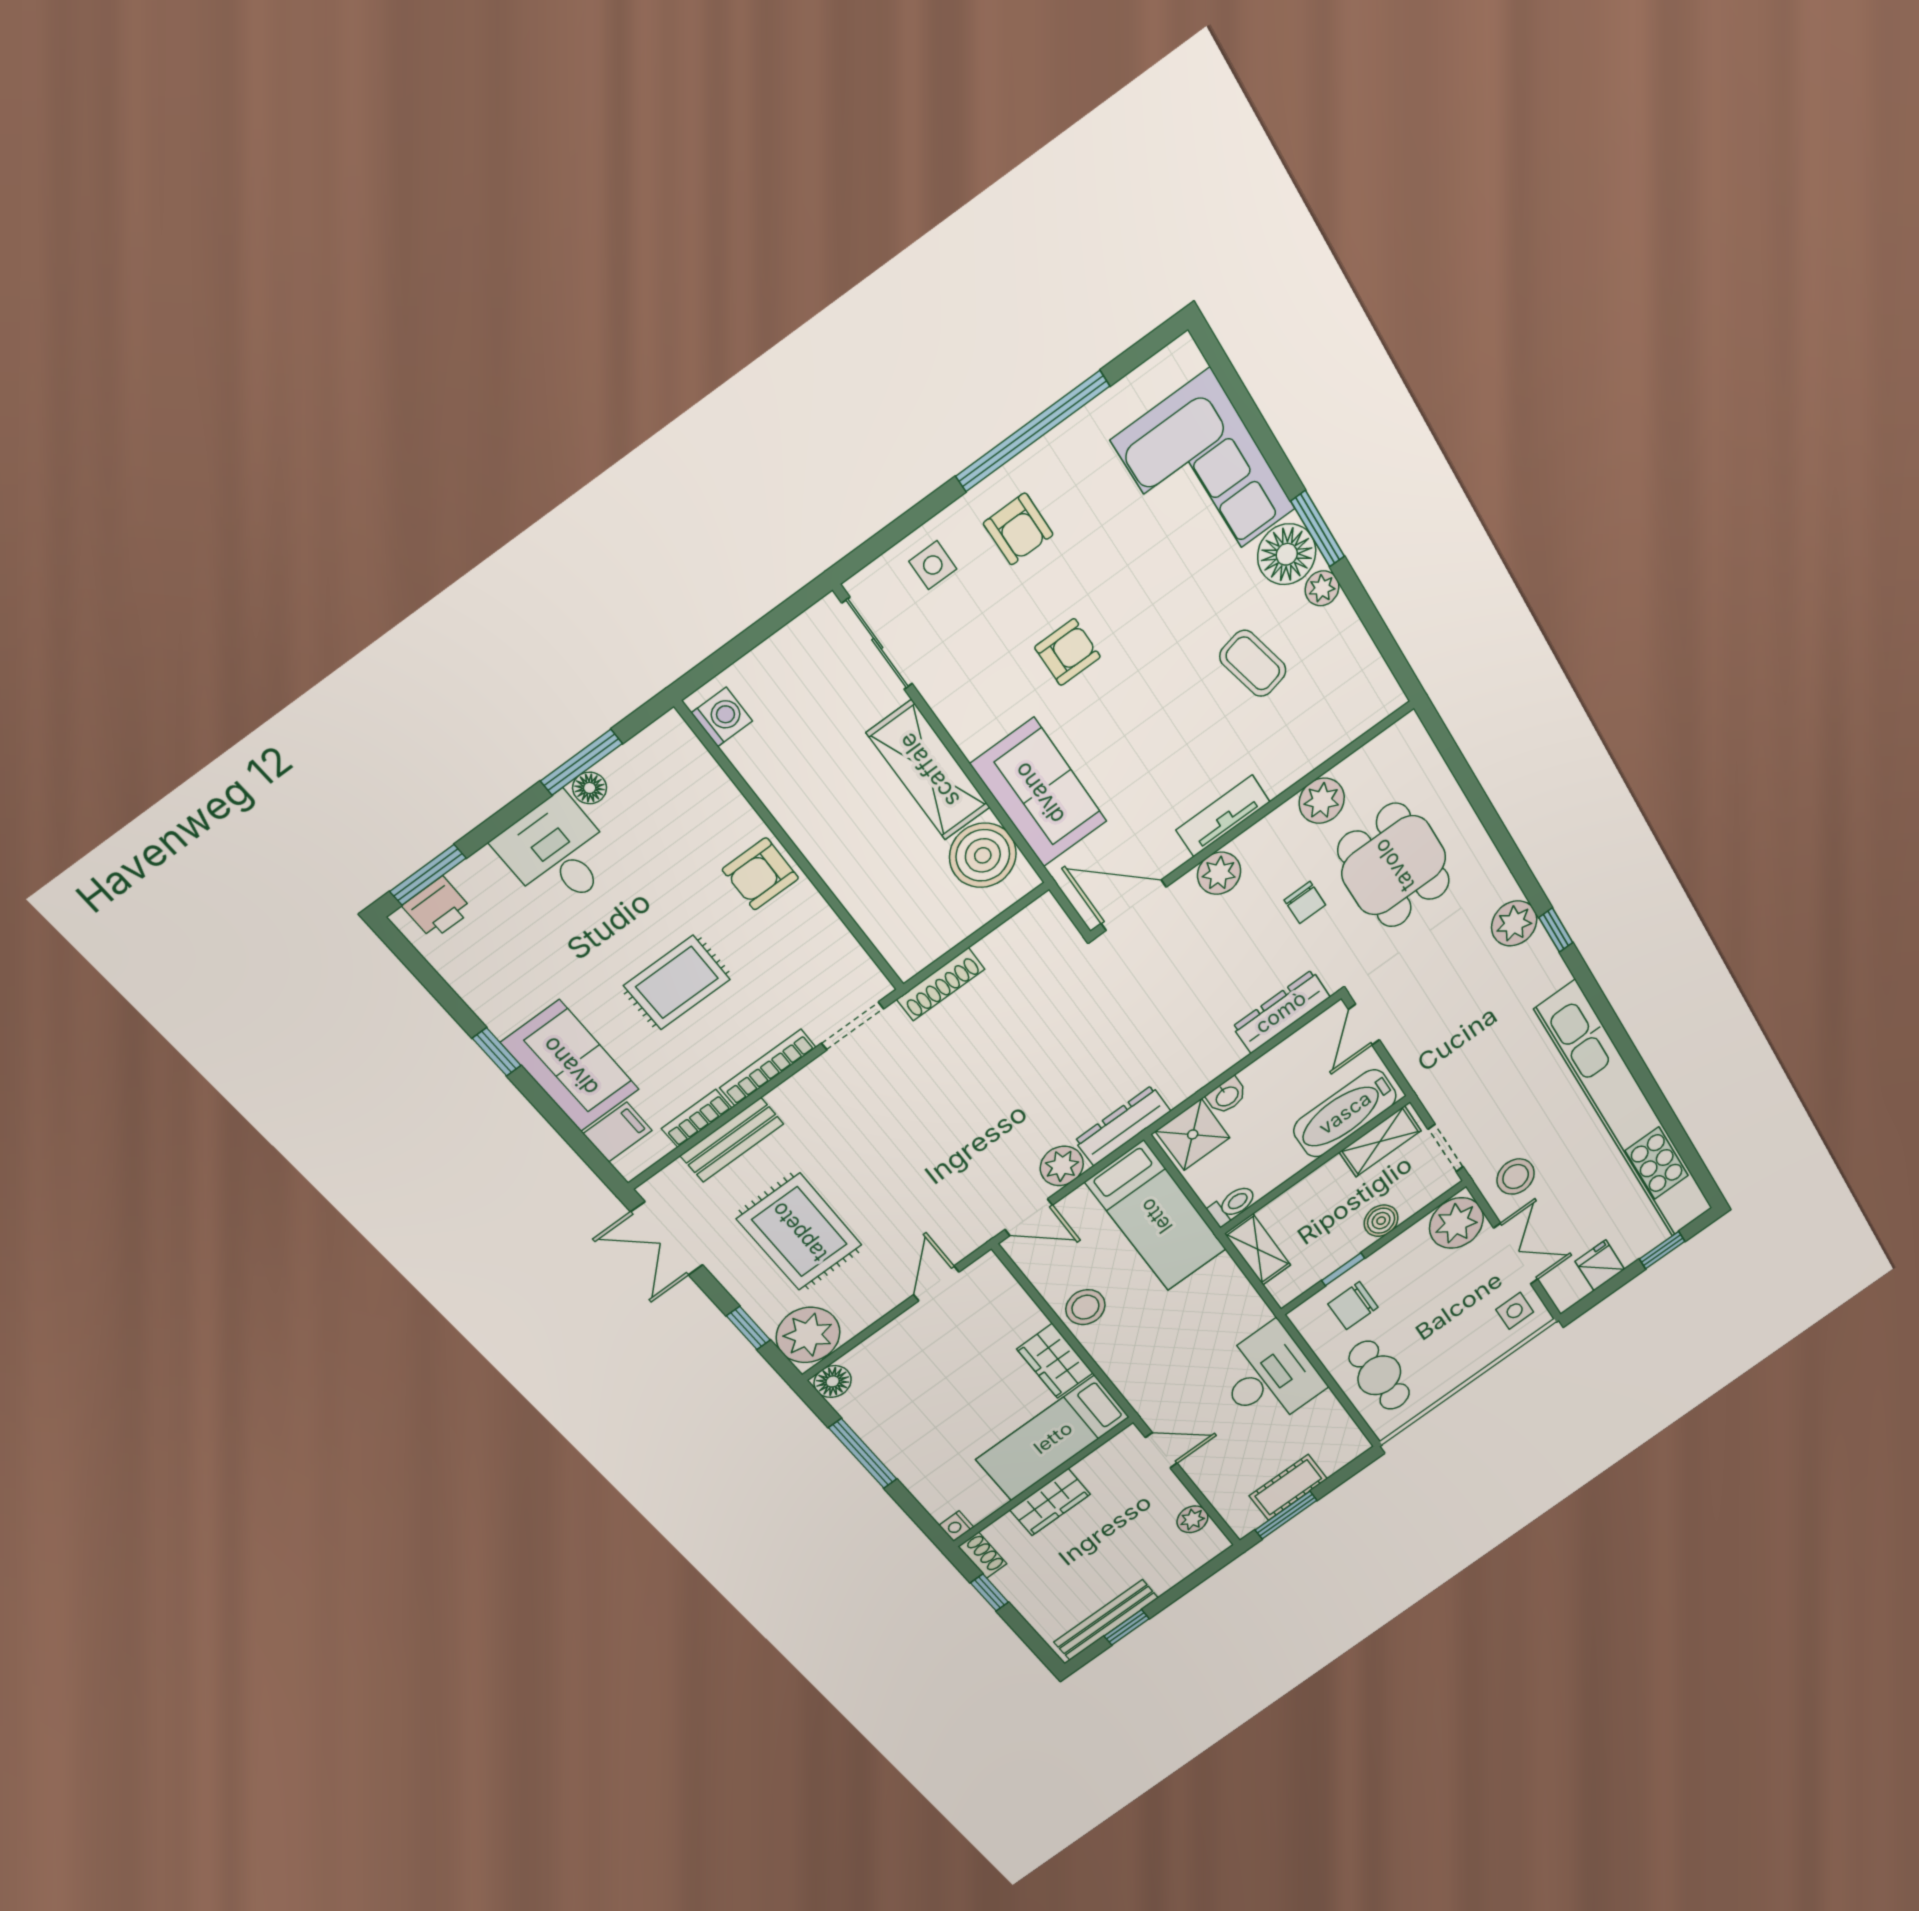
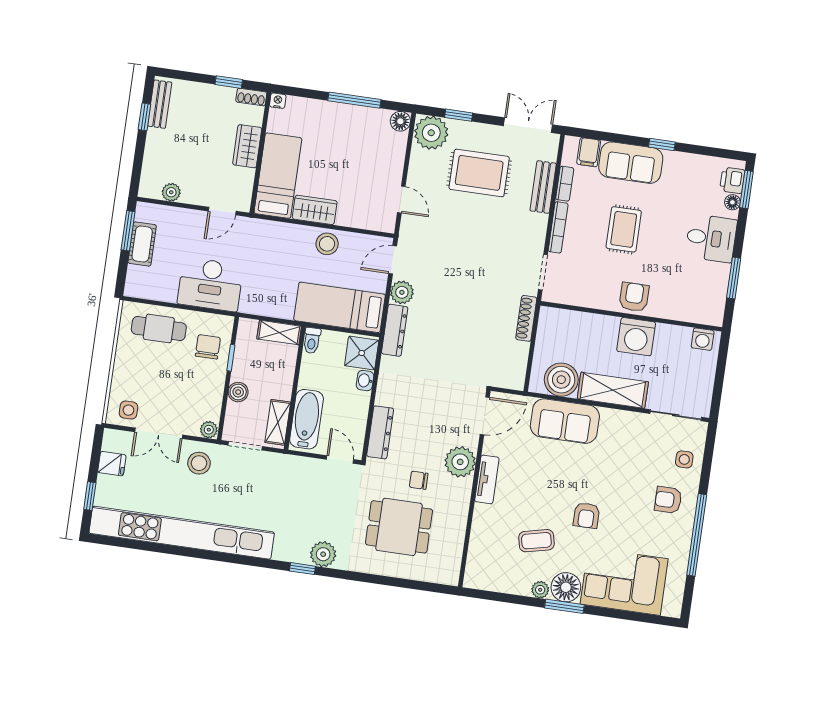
armchair: (1068, 652) -> (586, 515), moved
floor lamp: (590, 788) -> (732, 202), moved
plant: (1322, 801) -> (455, 521), removed
washing machine: (816, 815) -> (636, 337), added
plant: (1219, 873) -> (460, 462), width x1.36, depth x1.36
plant: (1456, 1223) -> (209, 430), width x0.53, depth x0.53
bench: (1106, 1620) -> (160, 104), width x0.73

